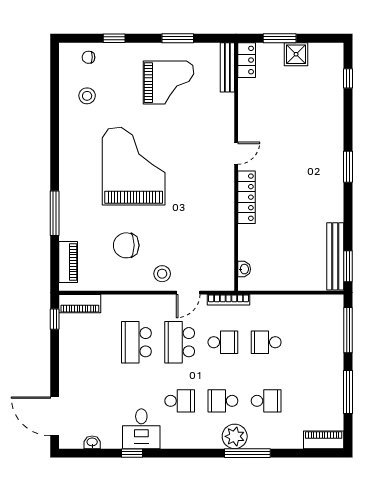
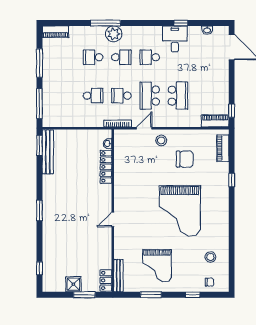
grand piano: (169, 83) -> (157, 266), turned -90
locker: (246, 197) -> (106, 167), moved
window: (55, 213) -> (232, 180), width x0.46
school desk: (180, 342) -> (150, 96), turned 180

